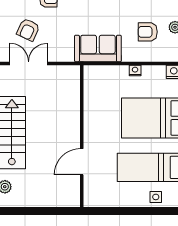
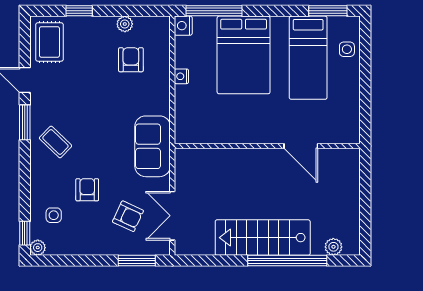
armchair: (148, 32) -> (131, 60), turned 180
sofa: (98, 48) -> (153, 146), moved

